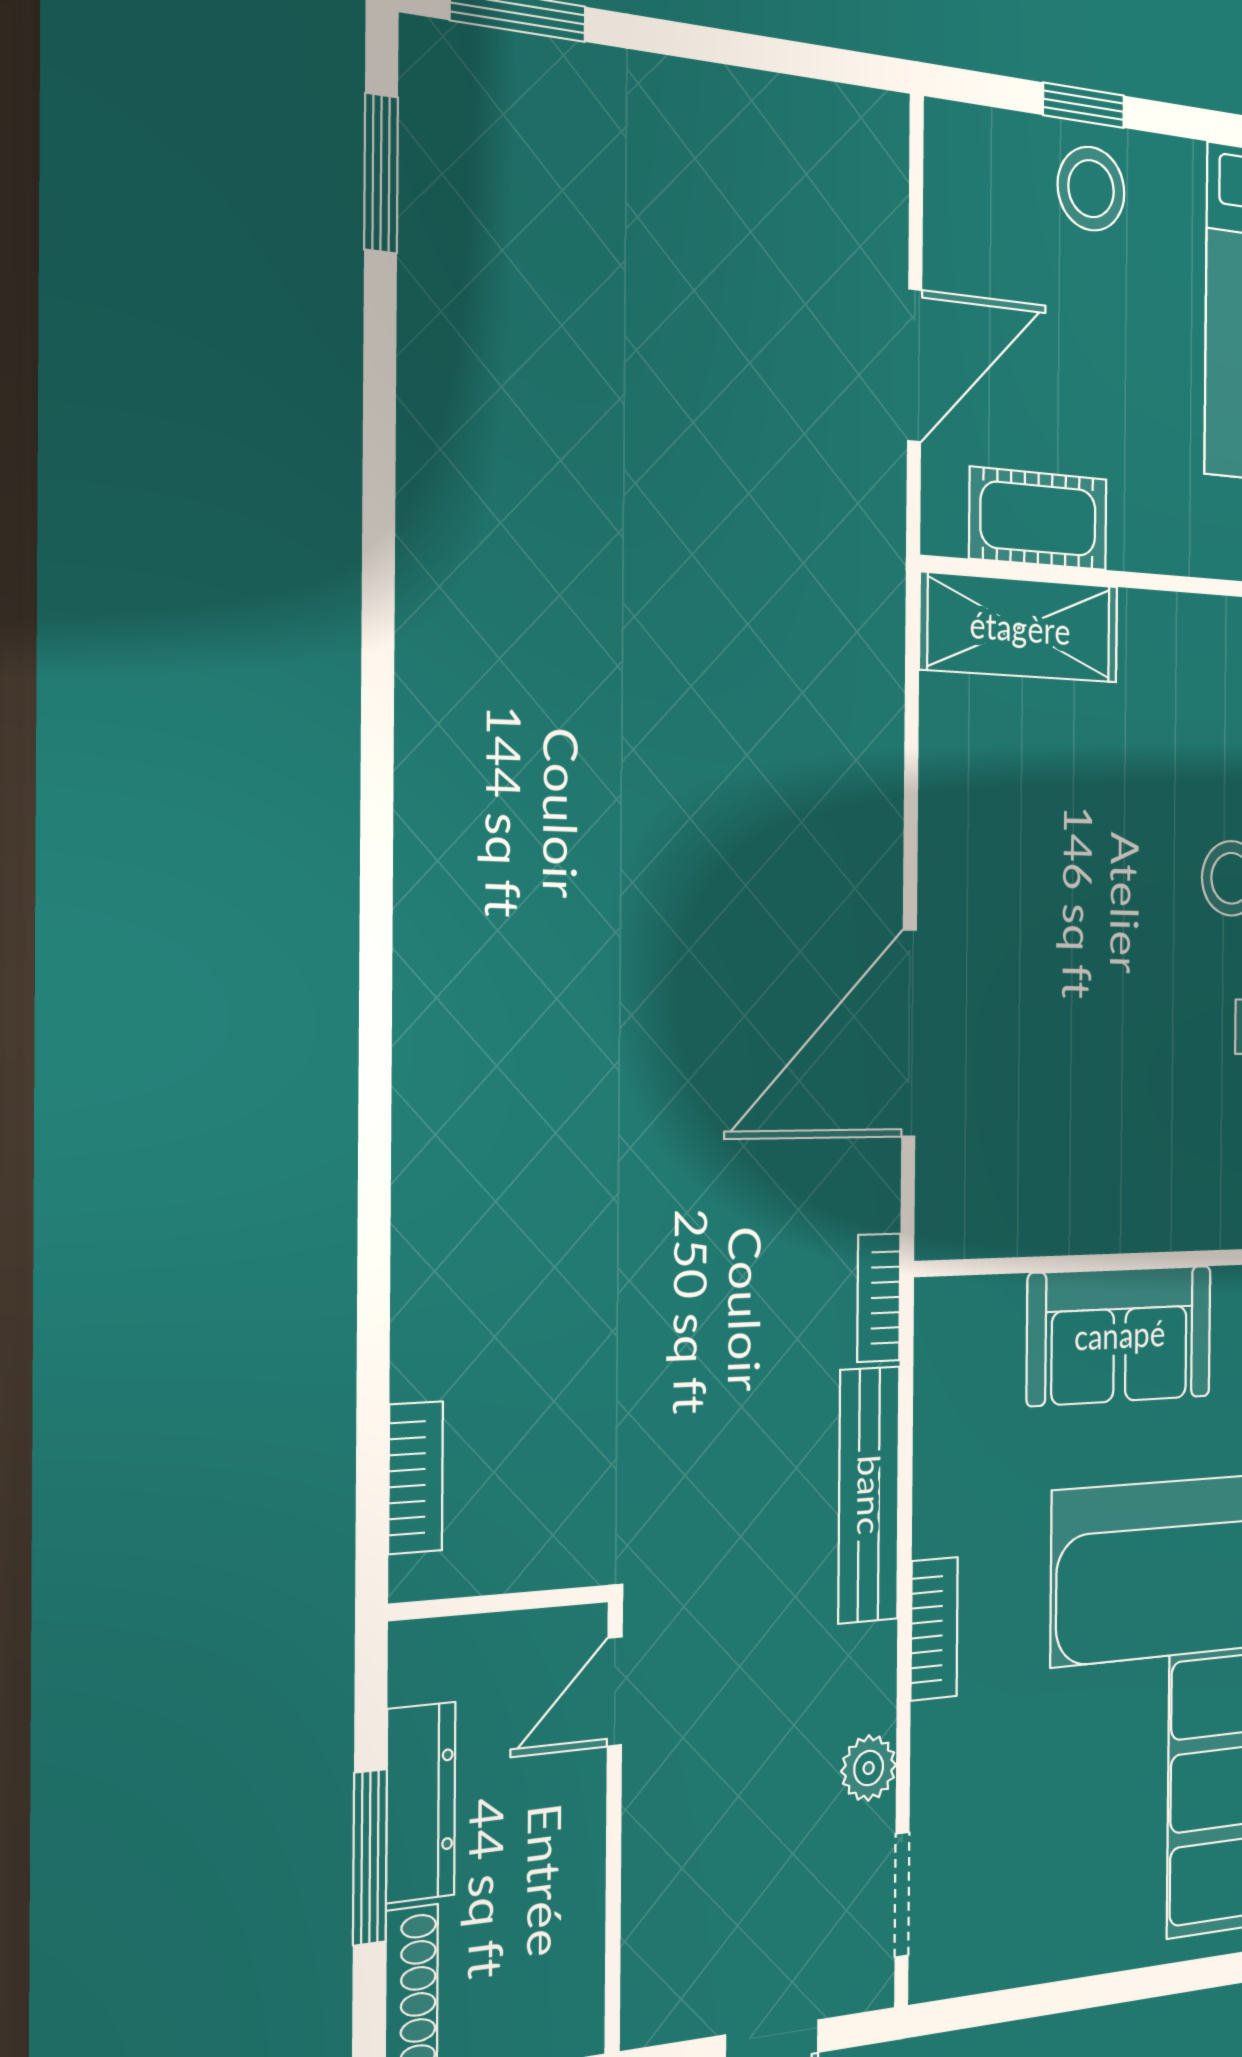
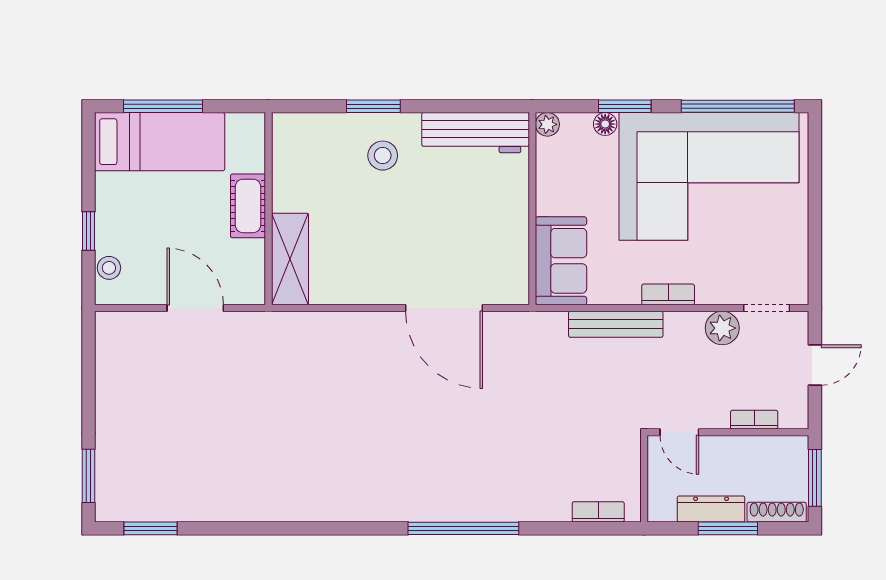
stool: (1091, 189) -> (109, 268), moved, width x0.73, depth x0.73
cot: (1038, 519) -> (248, 206), moved
window: (375, 1088) -> (463, 528), added
bookcase: (879, 1298) -> (754, 420), moved, turned 180
sofa: (1120, 1335) -> (561, 261), moved
plant: (869, 1768) -> (722, 328), width x1.38, depth x1.38

